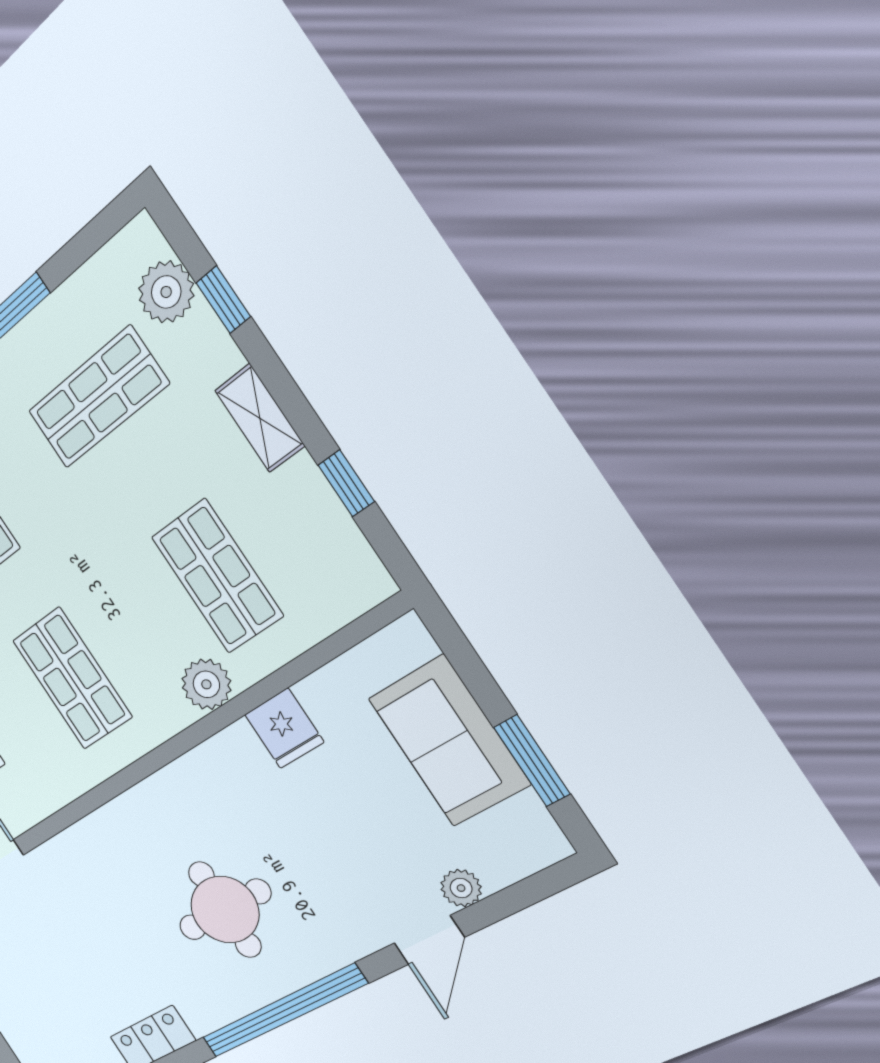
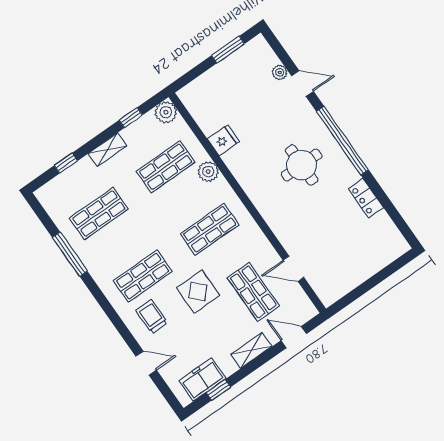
plant: (166, 292) -> (166, 112), moved
shop shelf: (98, 398) -> (99, 214), turned 90
sofa: (449, 741) -> (223, 79), removed

